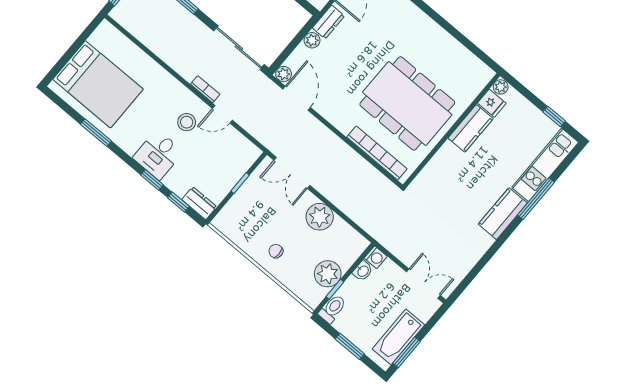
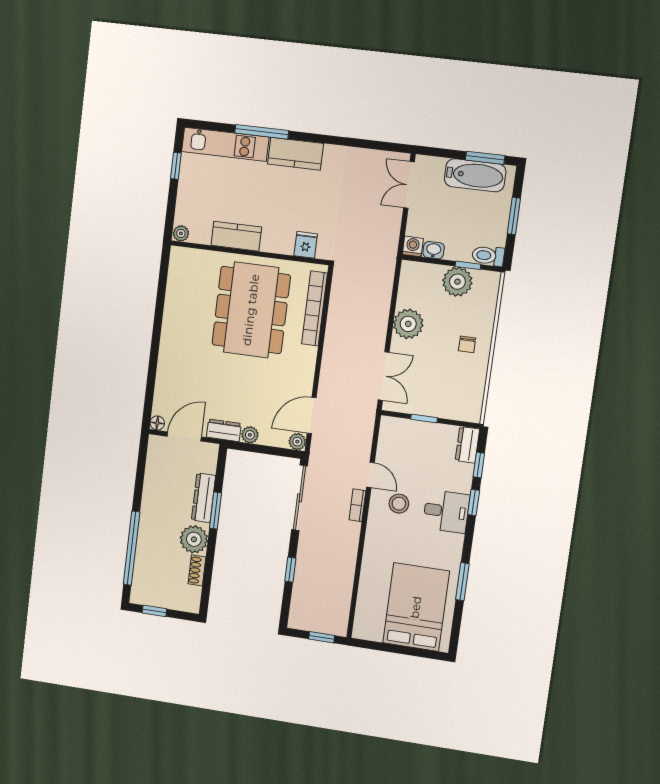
fridge: (492, 103) -> (306, 245), moved

